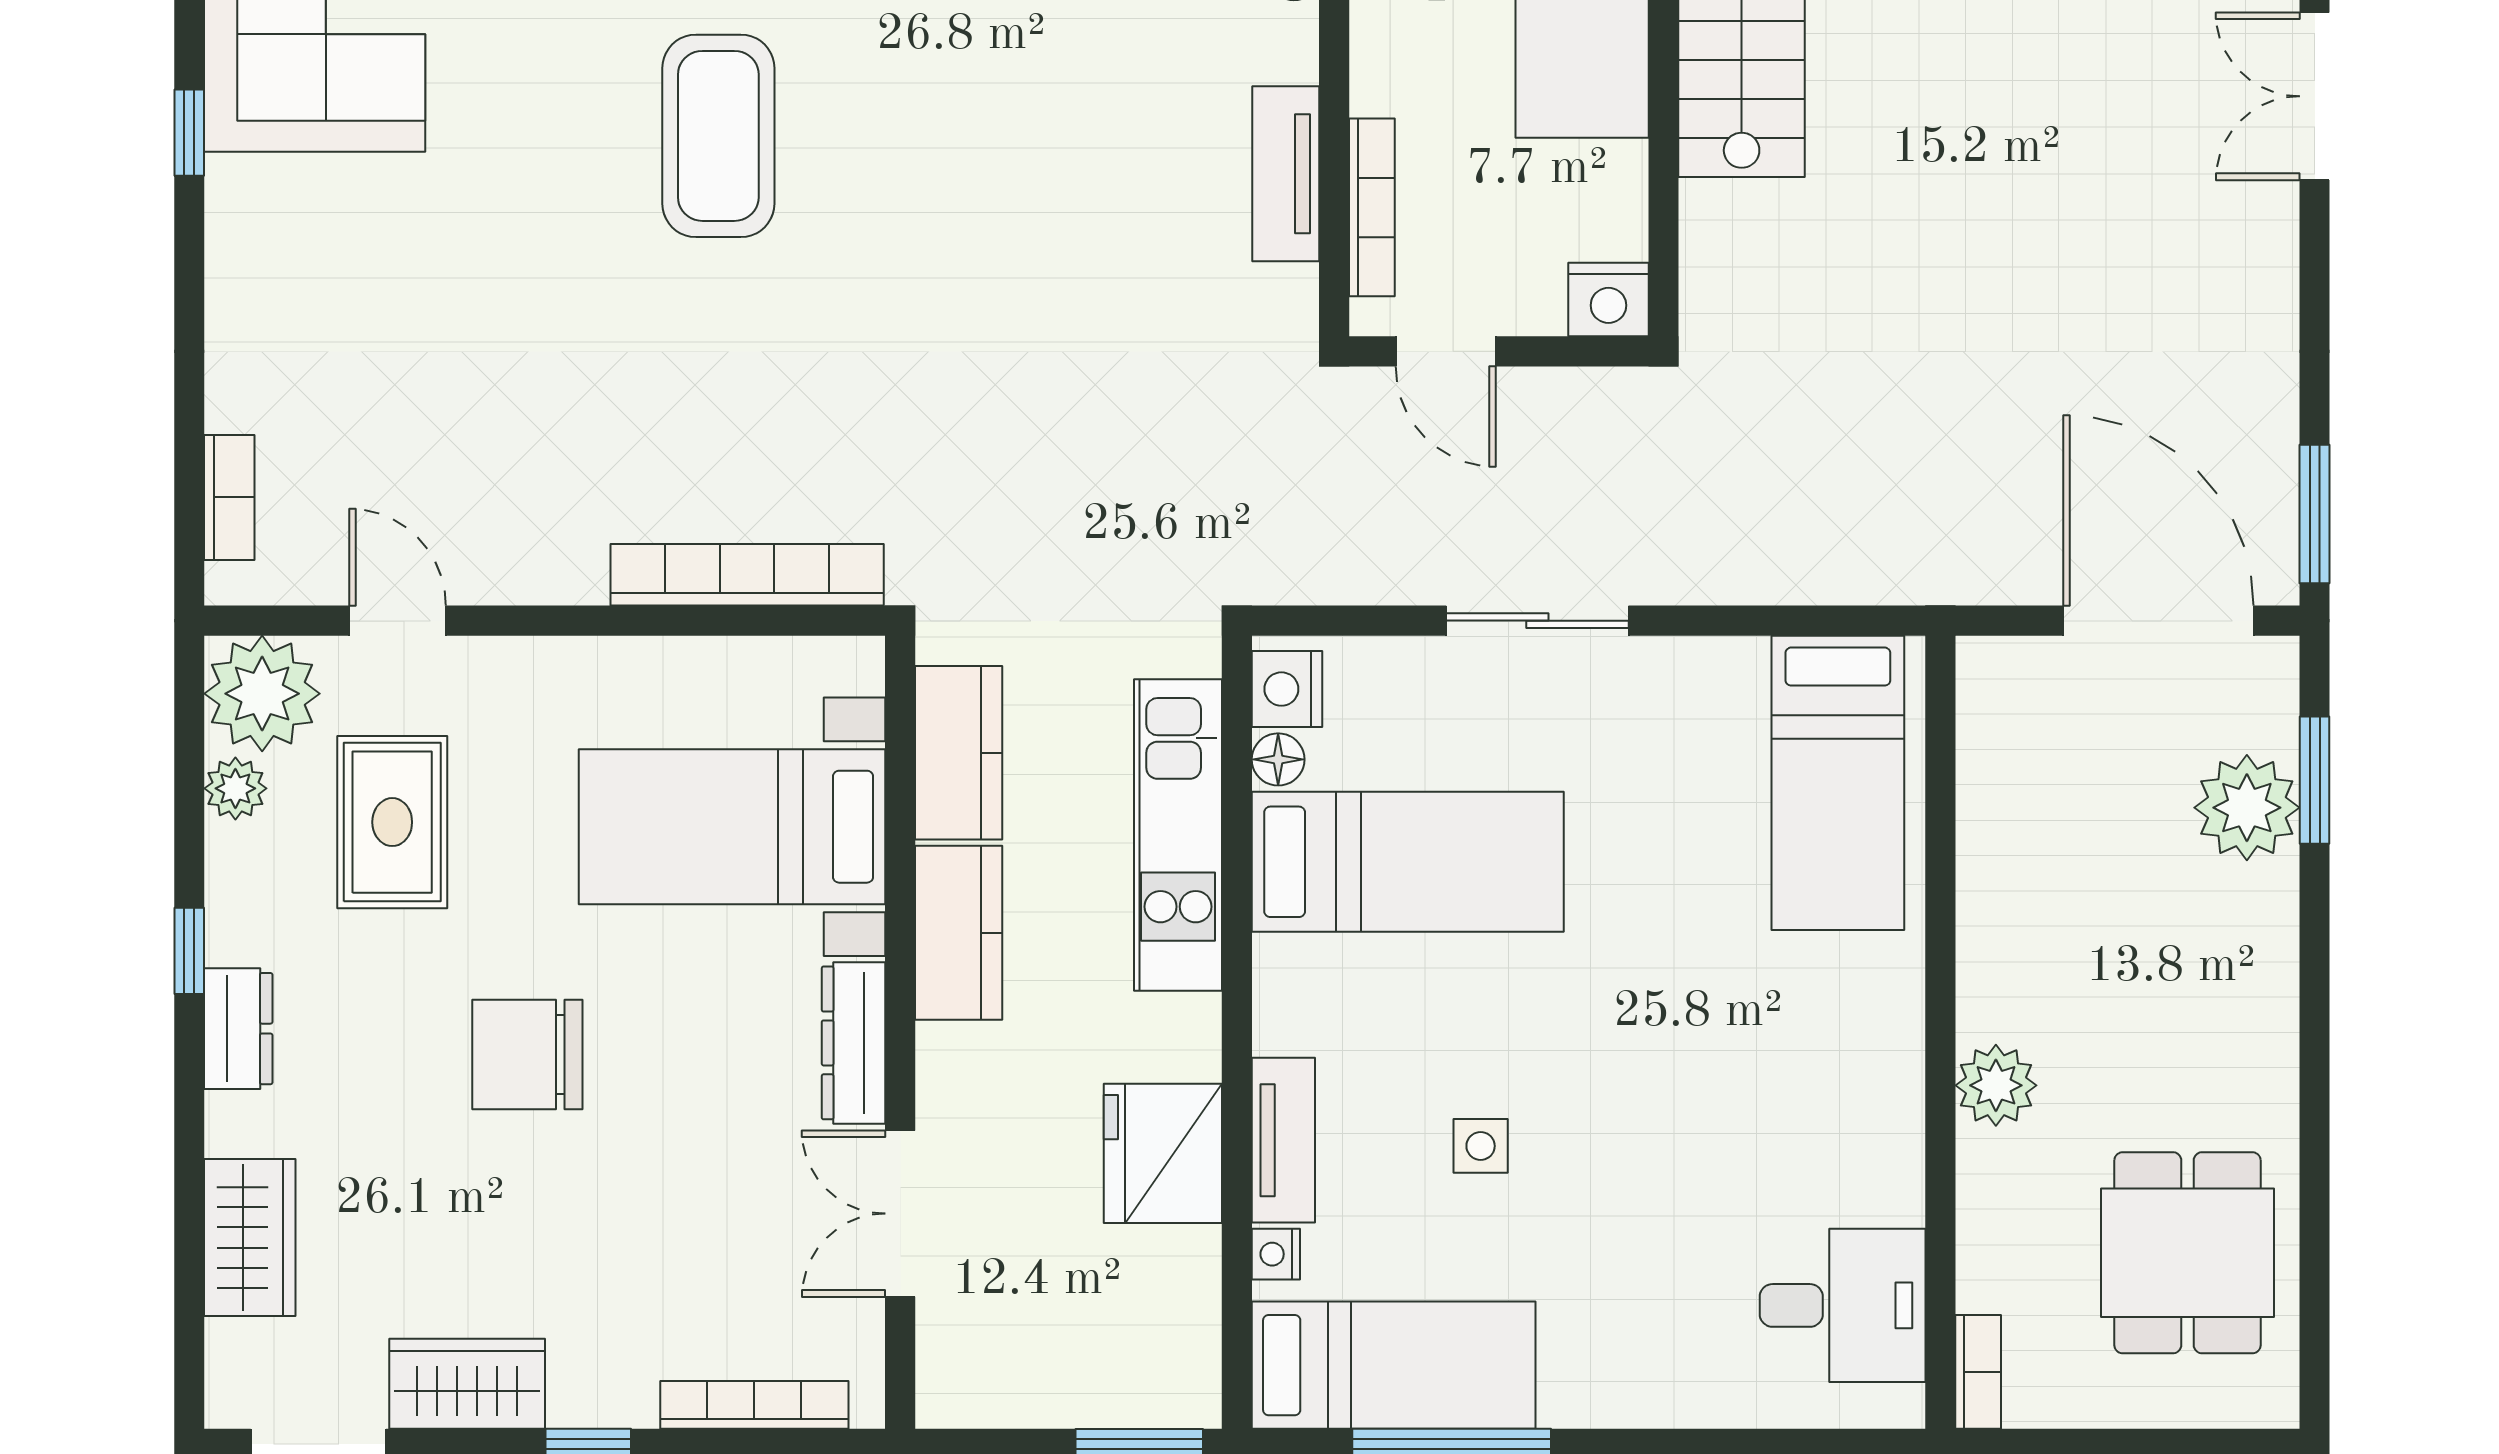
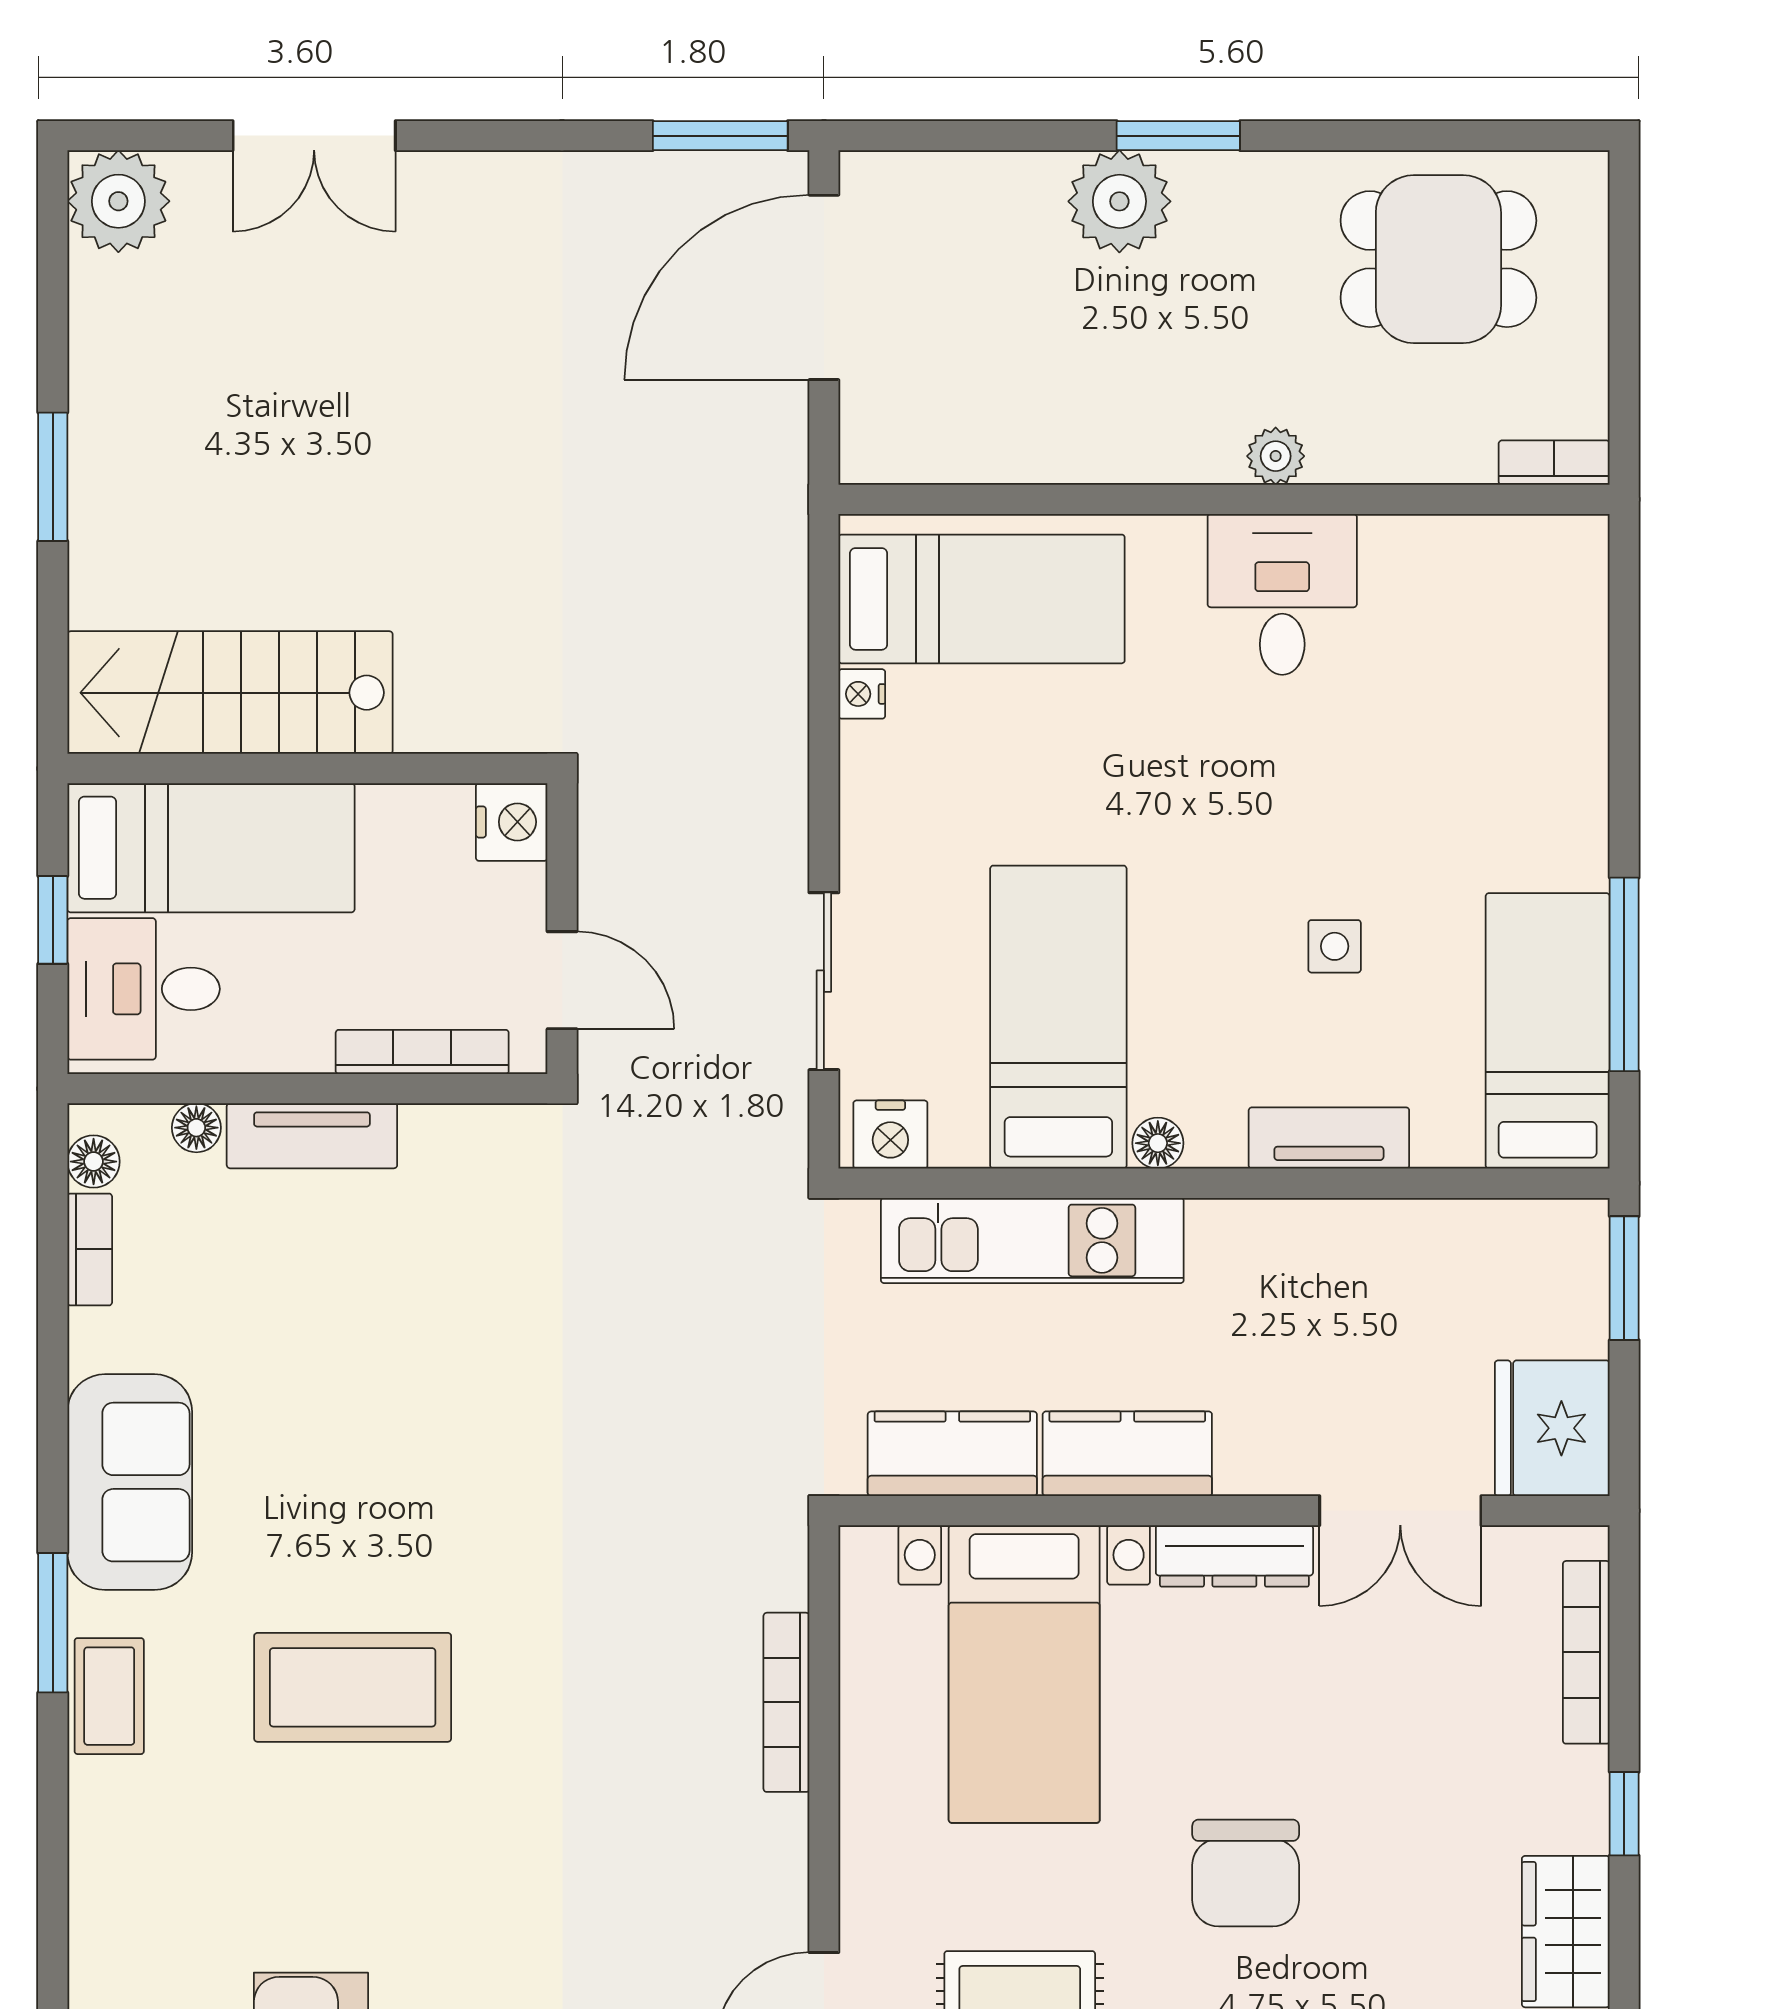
tv unit: (1286, 174) -> (312, 1136), moved
door: (1446, 351) -> (562, 980), hinge flipped
bookcase: (747, 575) -> (786, 1702), width x0.68, depth x0.76
sliding door: (1537, 621) -> (824, 981), moved
floor lamp: (1278, 759) -> (1158, 1143), moved
window: (2315, 780) -> (1178, 136), moved
plant: (2247, 808) -> (1119, 201), moved
plant: (1996, 1085) -> (1276, 456), width x0.73, depth x0.73
fridge: (1163, 1153) -> (1552, 1428), moved, turned 90
nightstand: (1276, 1254) -> (862, 694), moved, turned 90
desk: (1843, 1305) -> (1282, 594), moved

